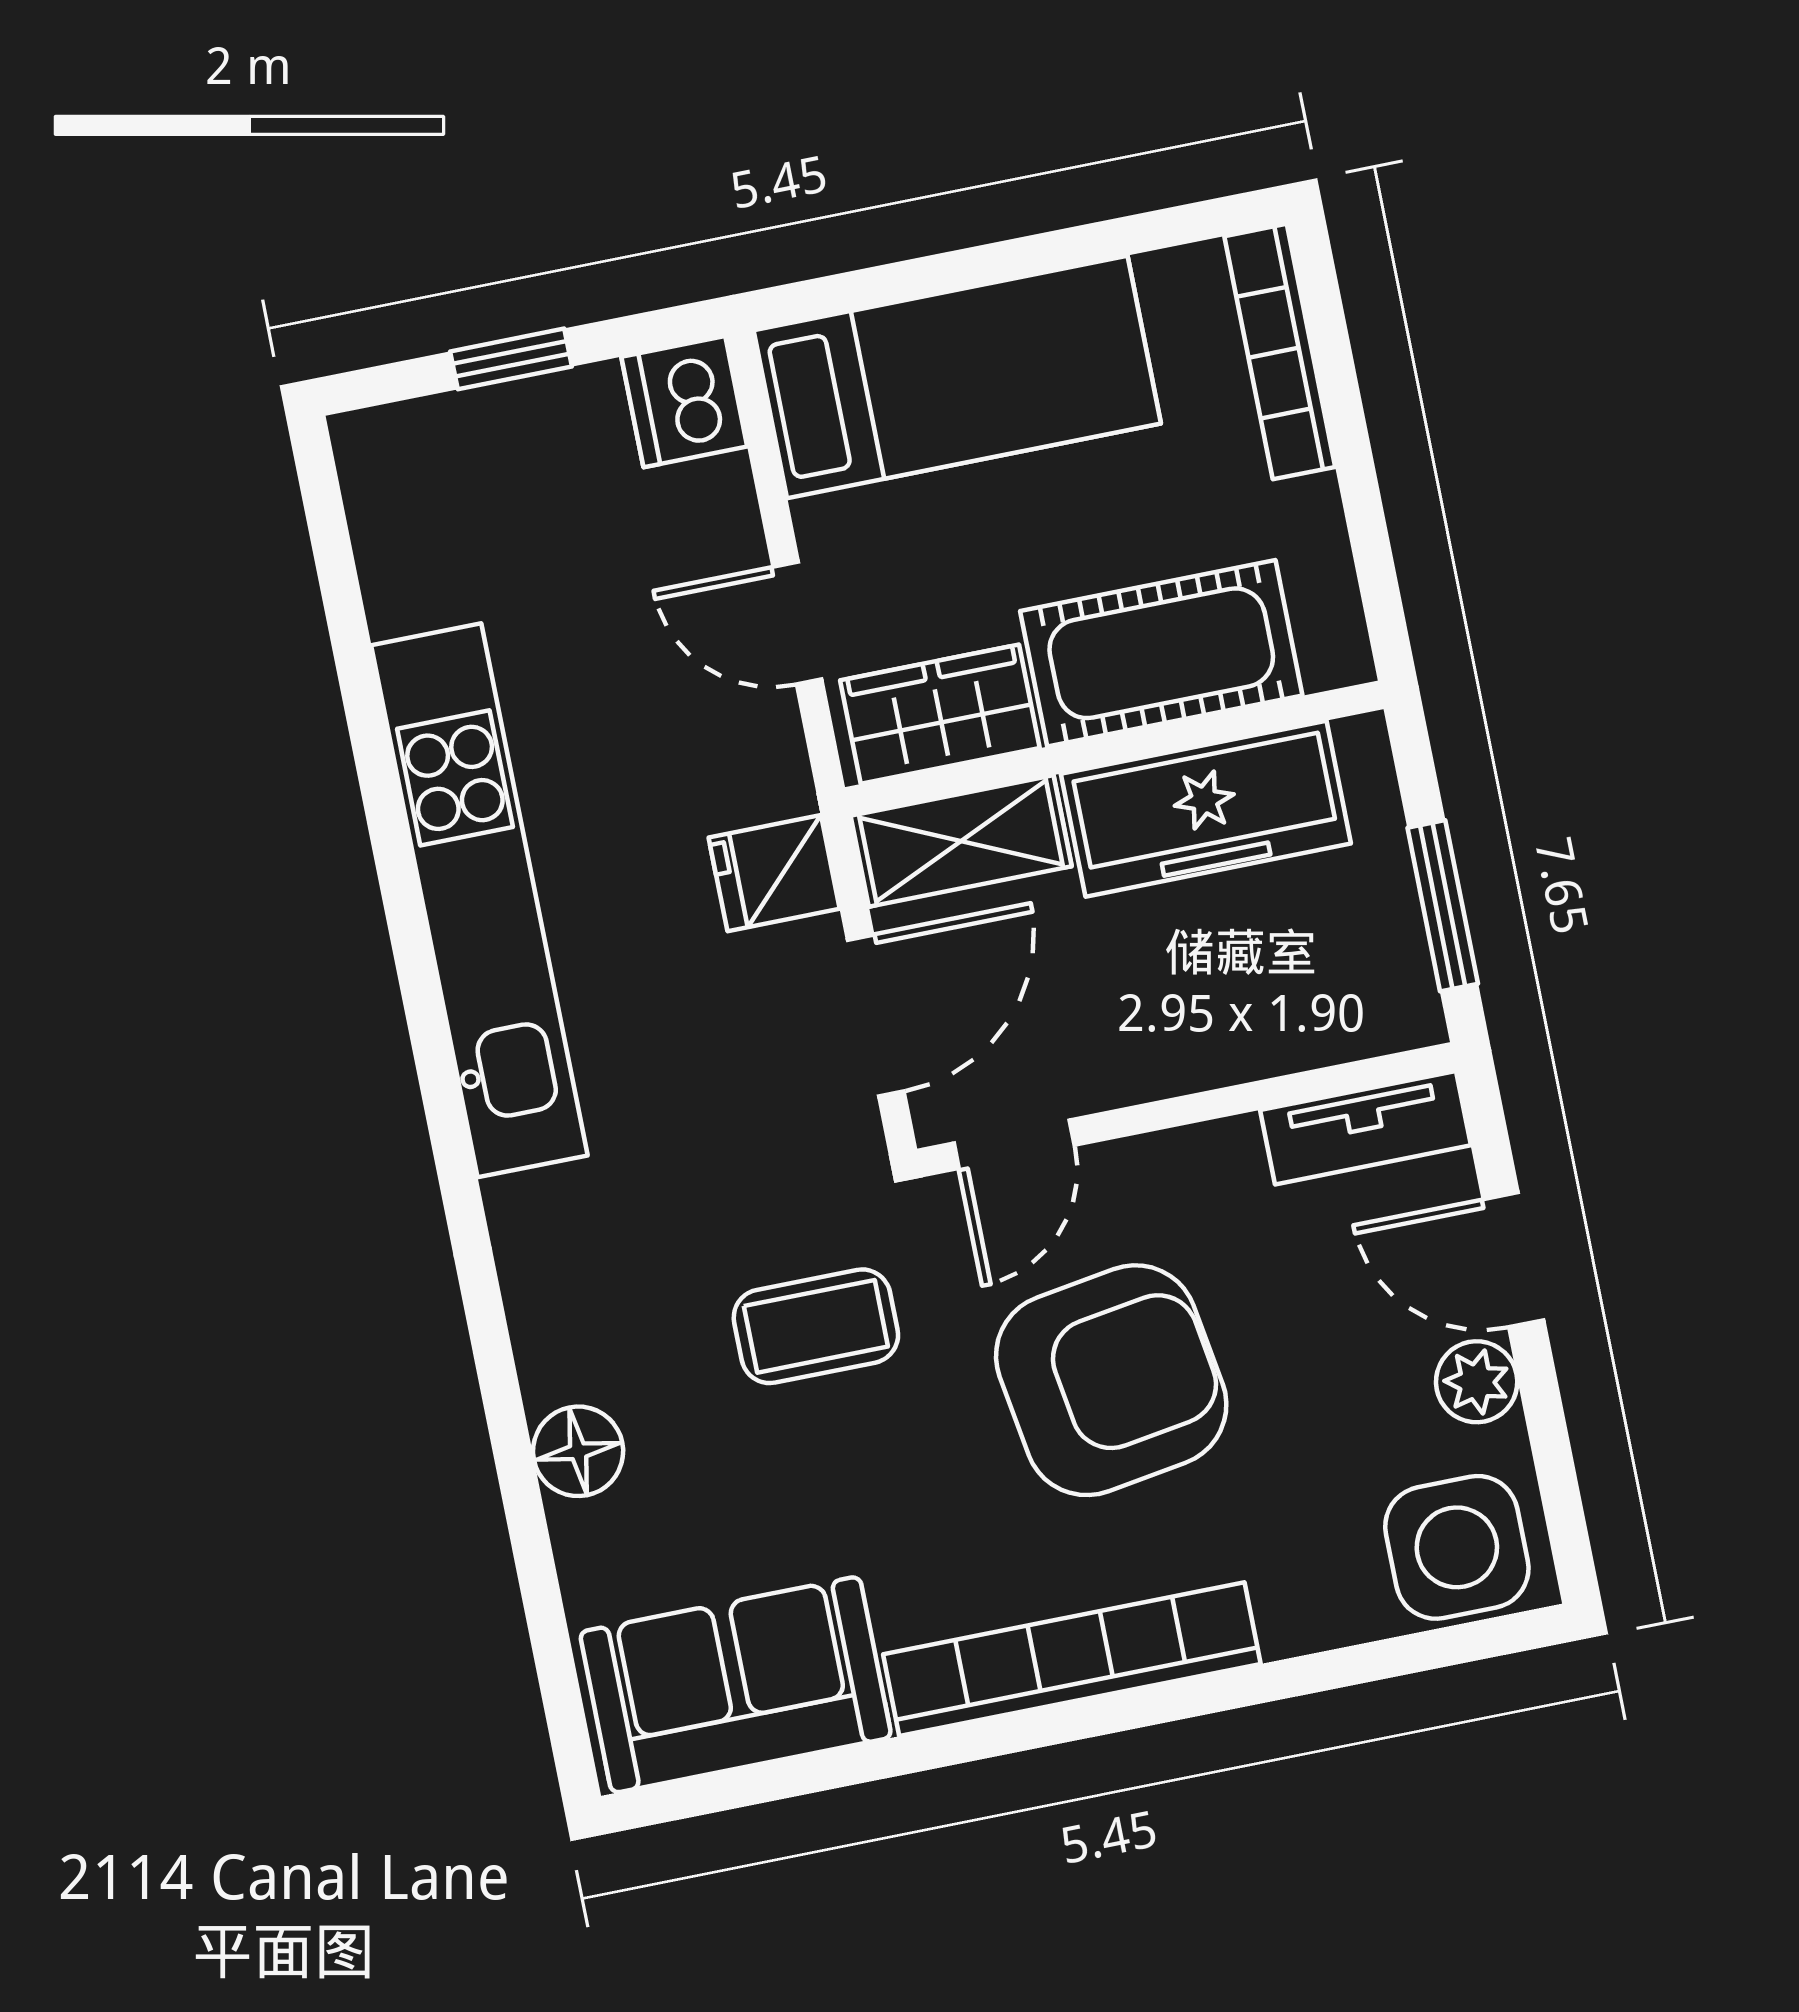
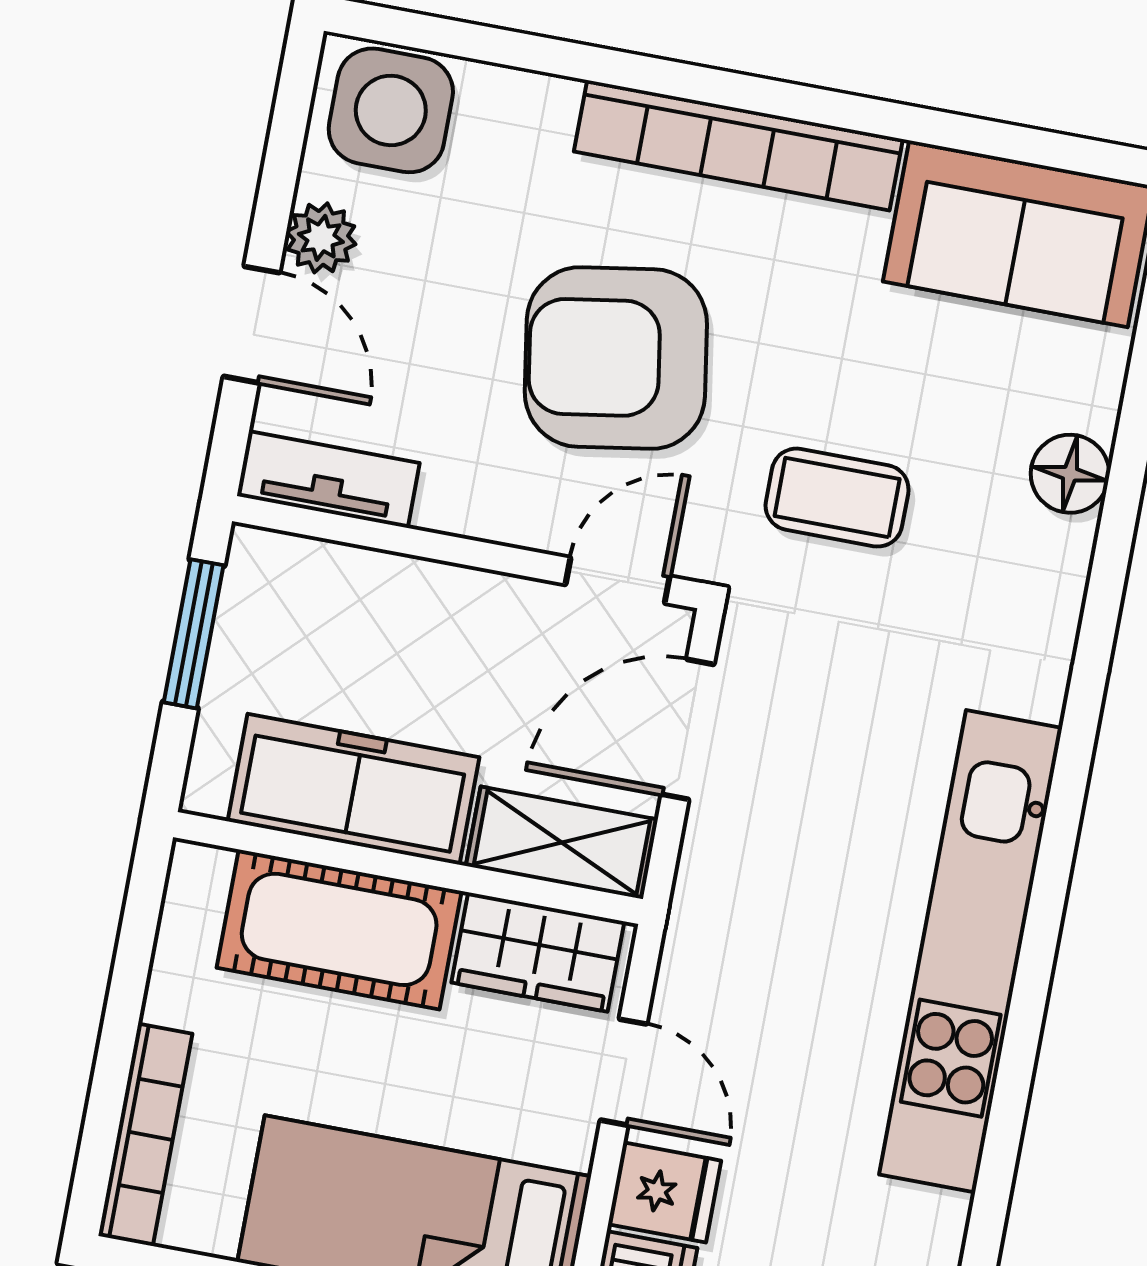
fridge: (774, 873) -> (665, 1192), moved

